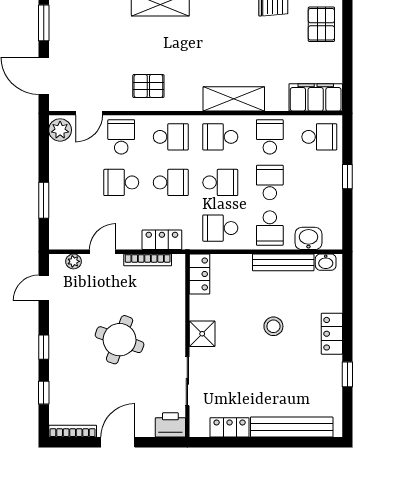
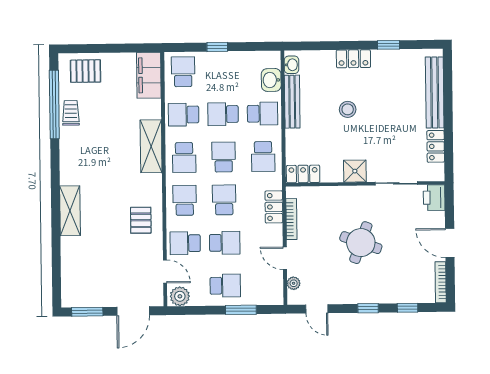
school desk: (72, 182) -> (225, 286), added
school desk: (121, 182) -> (225, 243), turned -90

